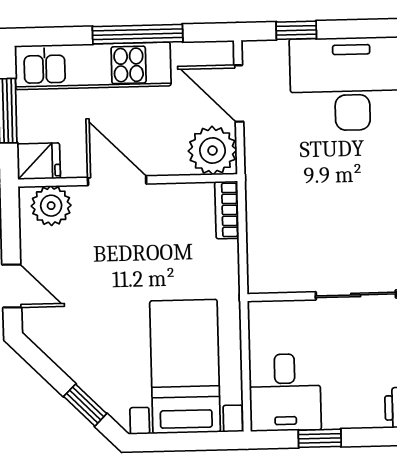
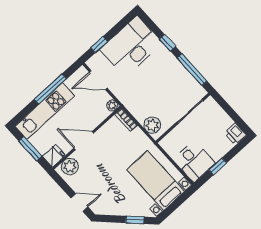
plant: (212, 151) -> (112, 106), width x0.53, depth x0.53
plant: (266, 260) -> (152, 125), added

